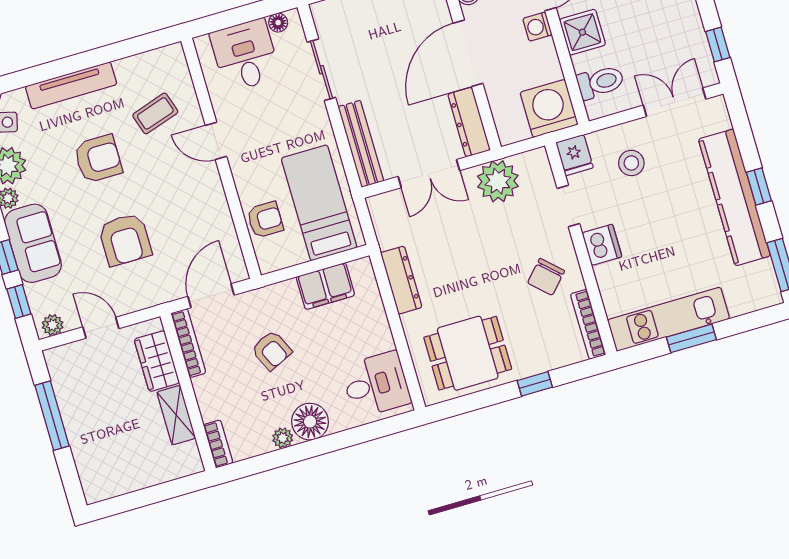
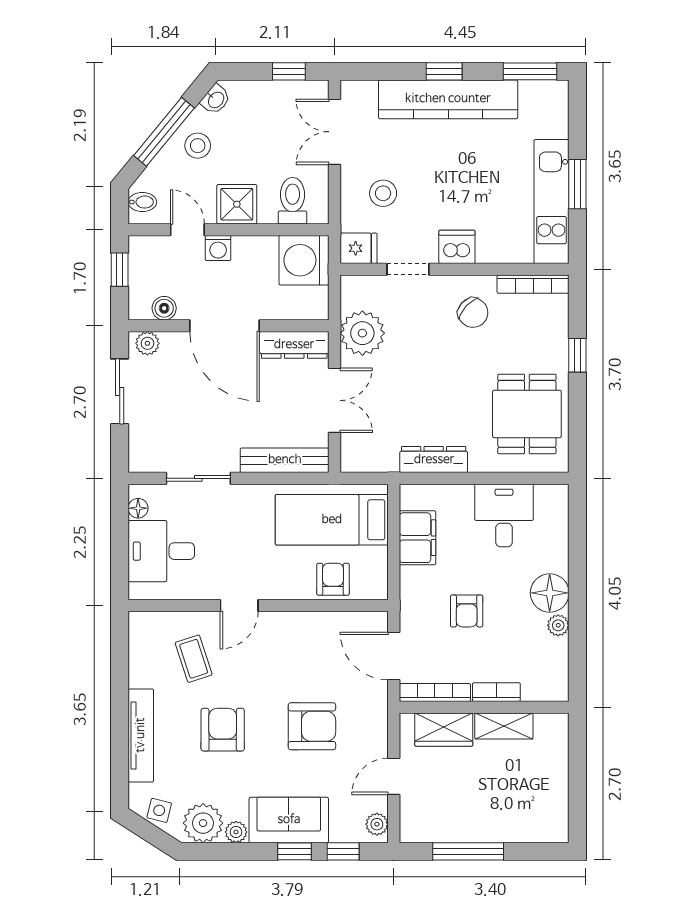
armchair: (271, 350) -> (467, 611), turned 115
desk: (376, 384) -> (504, 516), moved
bookcase: (218, 444) -> (496, 692), moved

